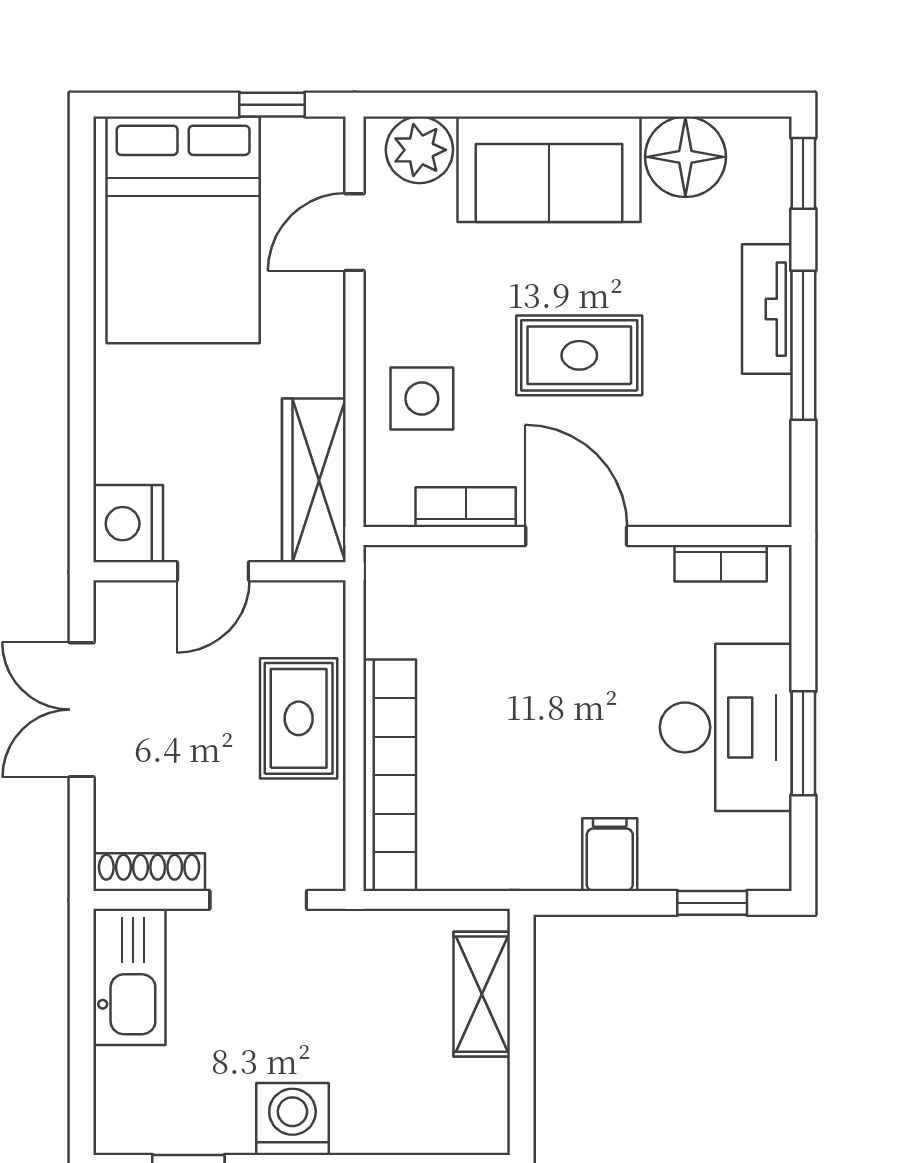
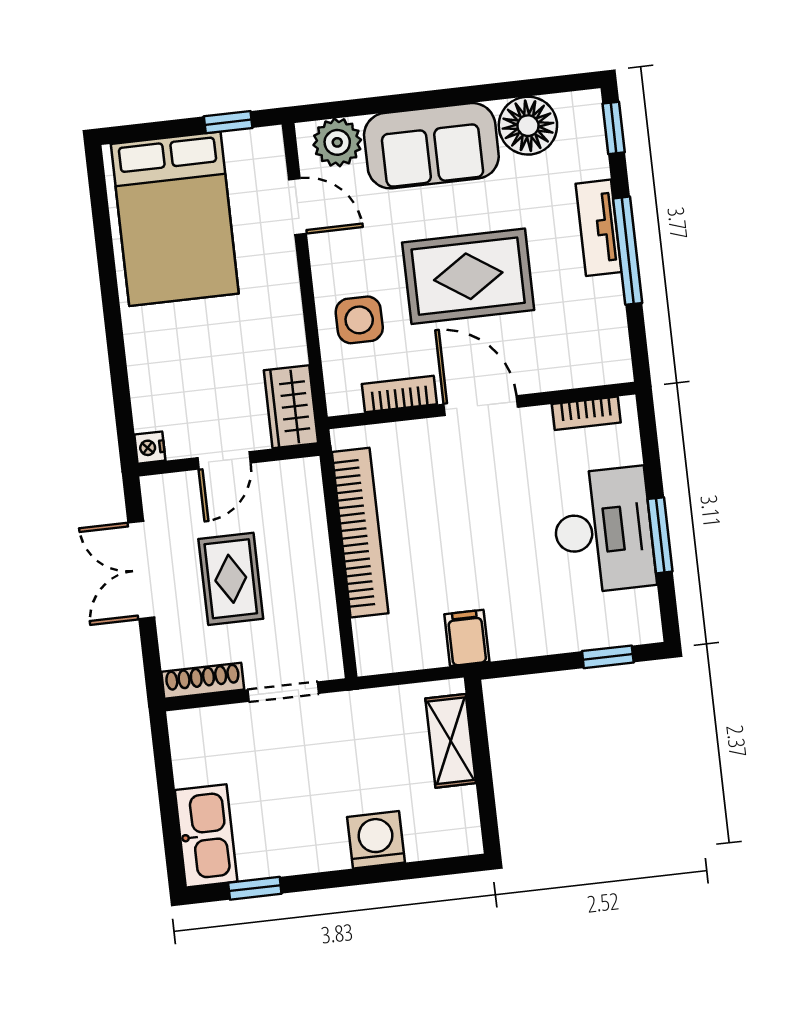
door: (354, 232) -> (297, 206), swing flipped
rug: (579, 355) -> (468, 276), width x1.36, depth x1.43
wardrobe: (314, 480) -> (291, 407), width x0.67
nightstand: (128, 524) -> (150, 448), width x0.53, depth x0.56
rug: (299, 718) -> (231, 579), moved
bookcase: (390, 775) -> (360, 533), moved
filing cabinet: (610, 855) -> (467, 638), moved
kitchen sink: (129, 977) -> (206, 836), moved
washing machine: (292, 1119) -> (376, 840), moved

